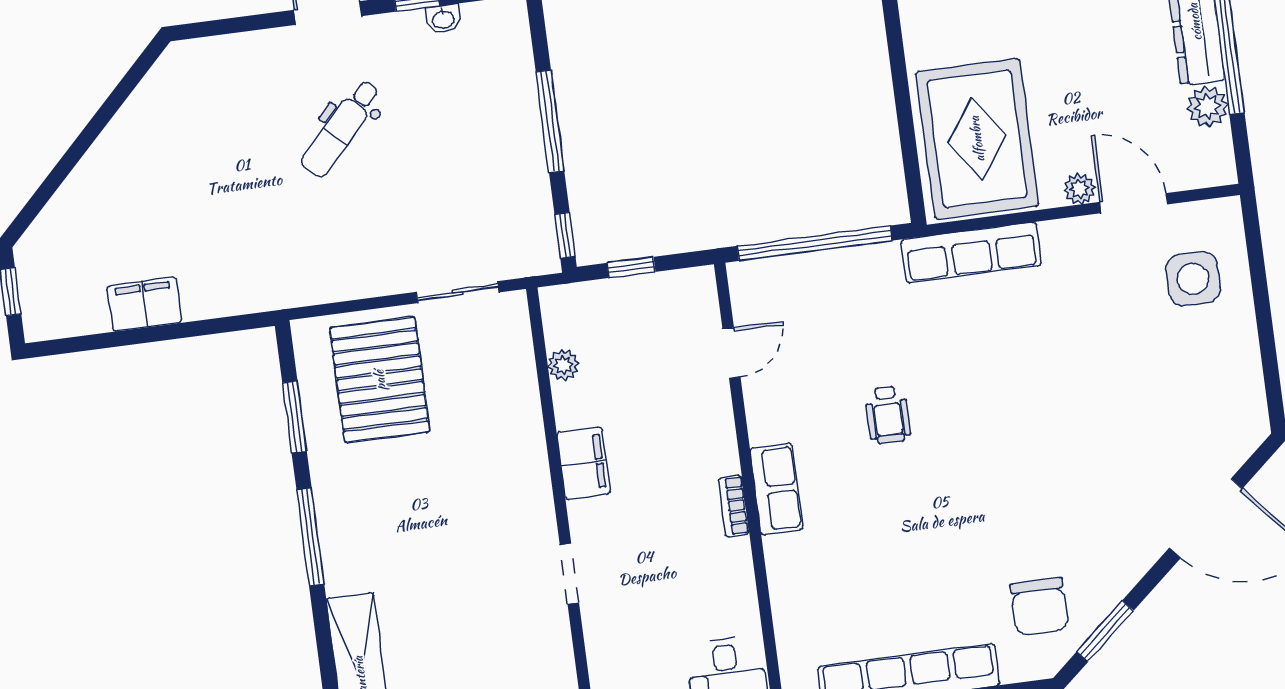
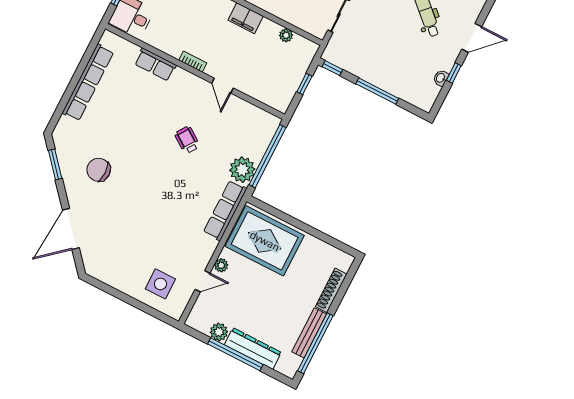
door: (1134, 203) -> (202, 281), width x0.73
plant: (873, 273) -> (242, 170), added
door: (731, 353) -> (223, 86), moved
wheelchair: (888, 415) -> (187, 140), turned 35
row of seats: (776, 489) -> (155, 64), moved
chair: (1039, 606) -> (99, 170), moved

